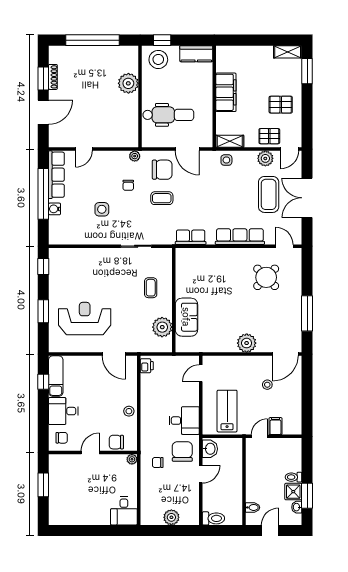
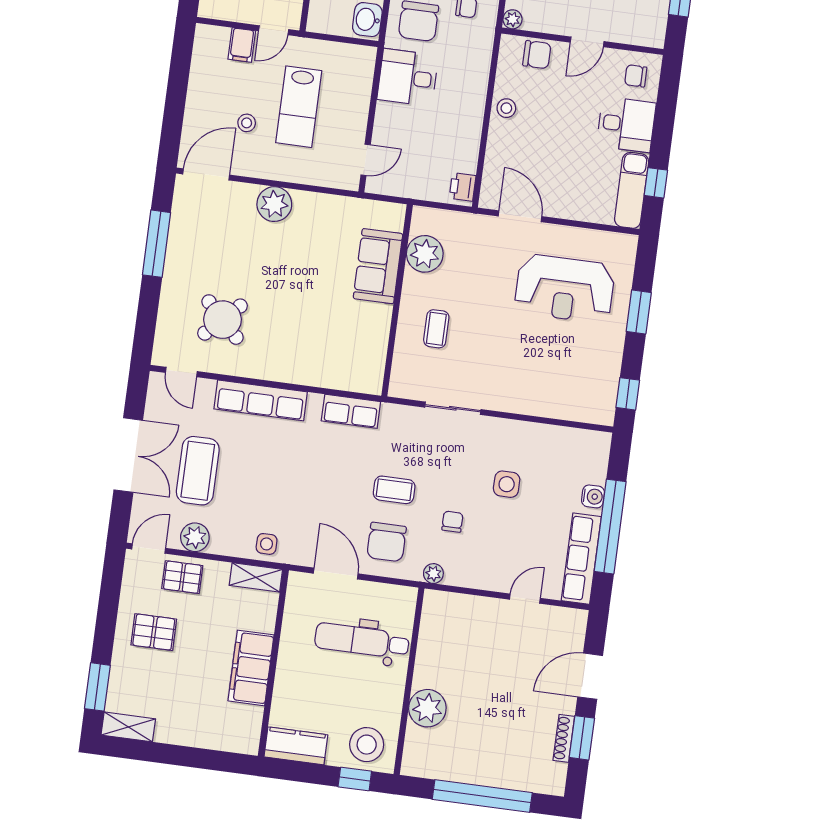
chair: (162, 170) -> (387, 542), turned -90
lab bench: (227, 411) -> (299, 107), moved

